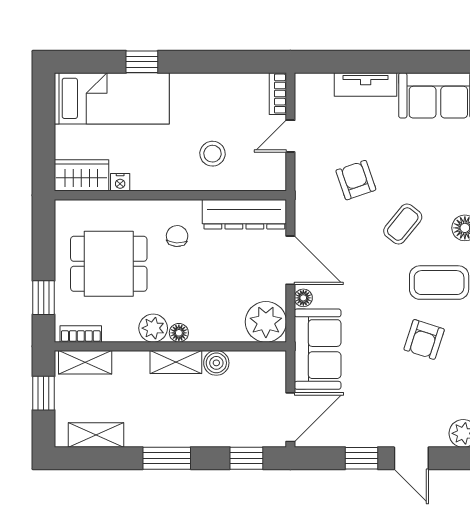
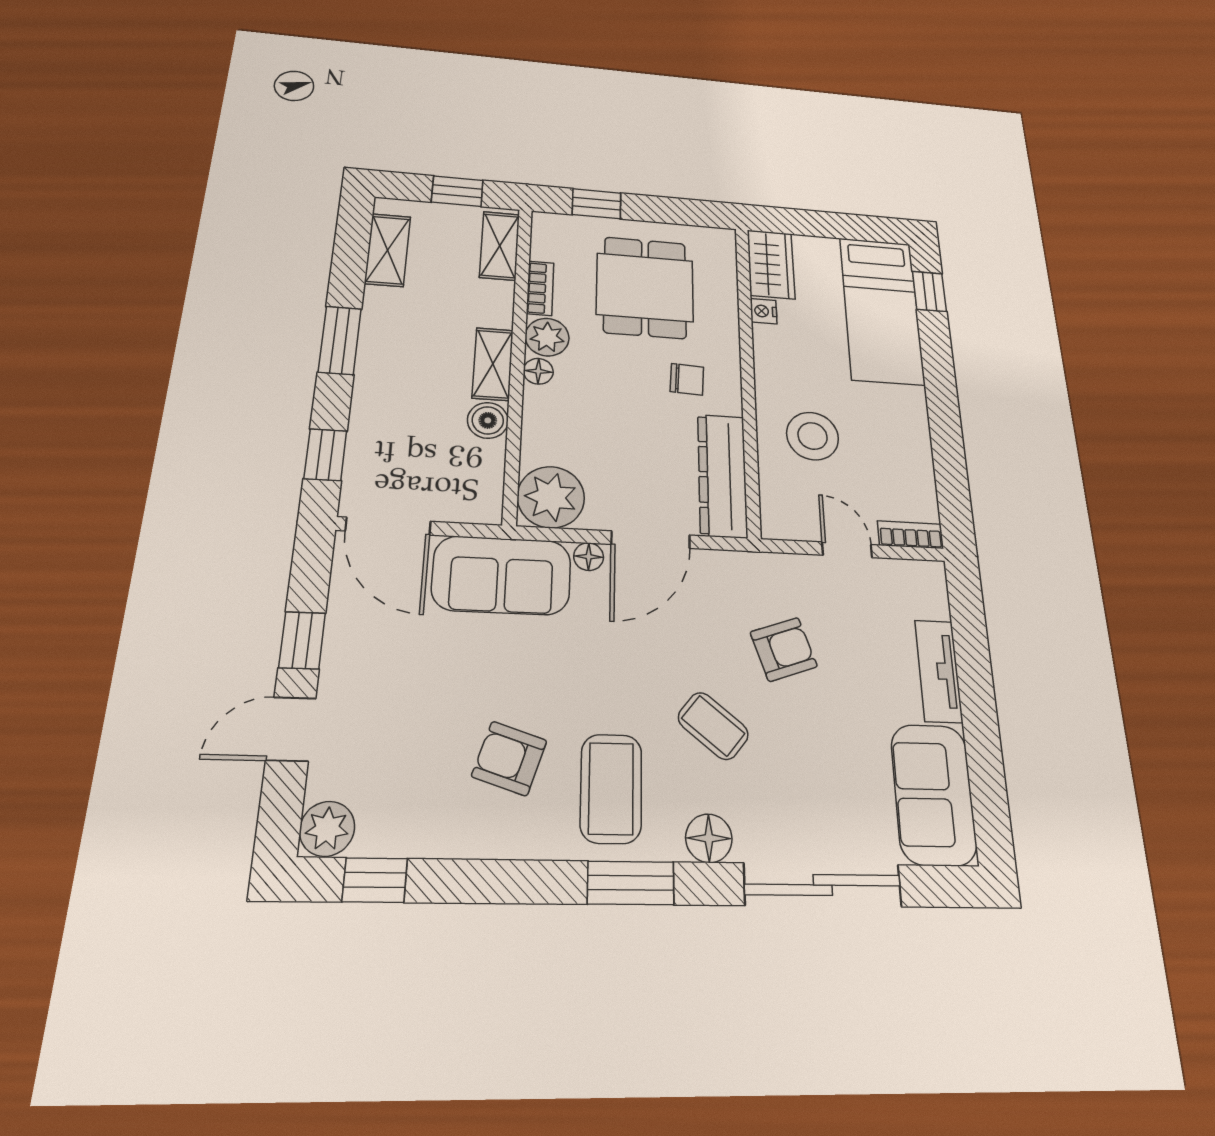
window: (142, 62) -> (929, 291), moved
stool: (212, 154) -> (813, 436), width x1.38, depth x1.38
bookcase: (81, 334) -> (540, 288), moved

